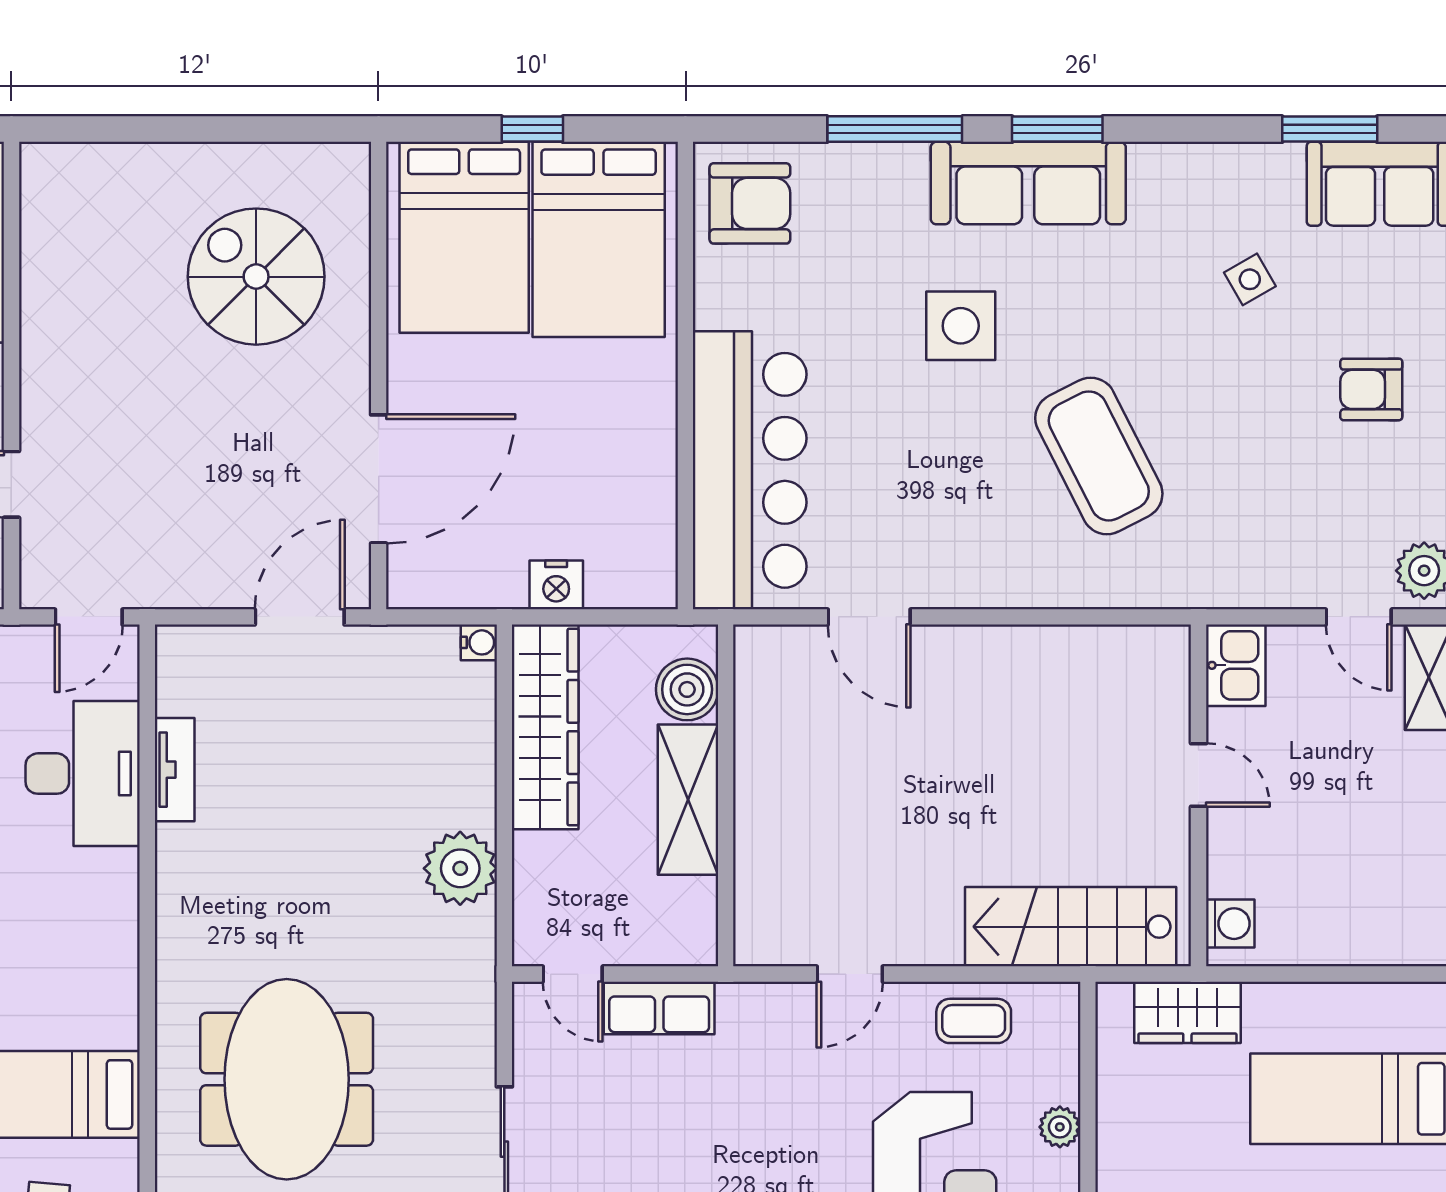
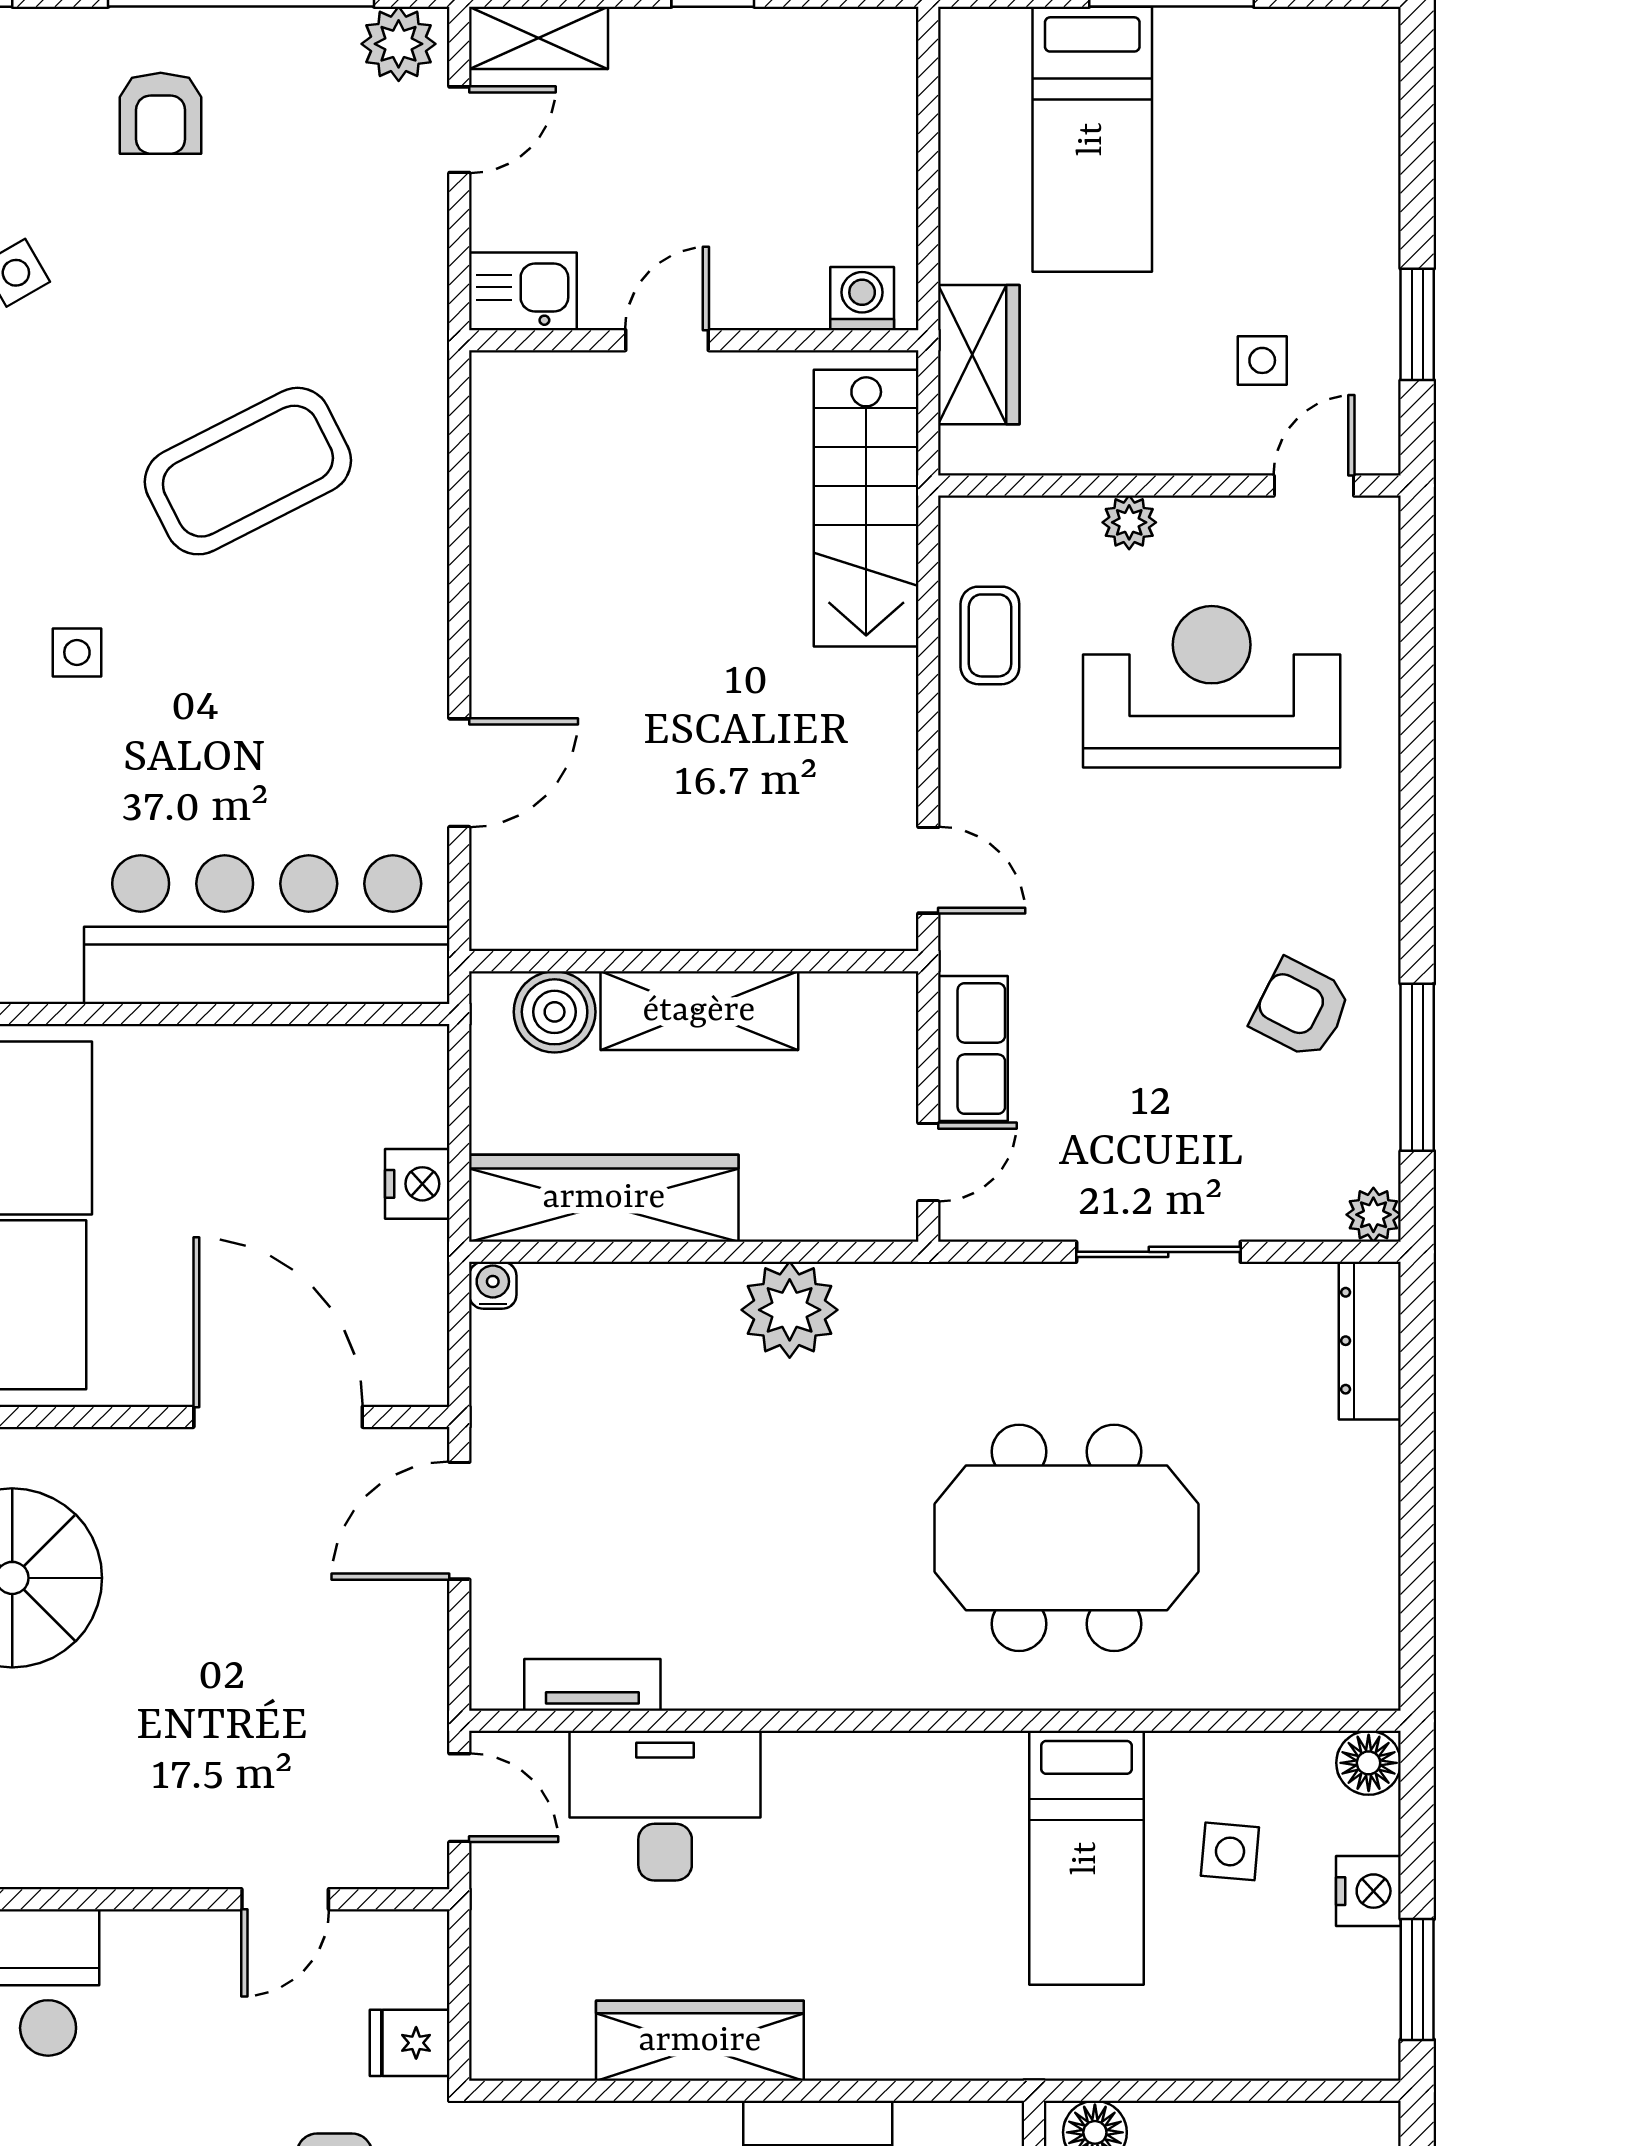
side table: (961, 326) -> (77, 652), width x0.54, depth x0.54
door: (300, 617) -> (459, 1521), hinge flipped
tv unit: (175, 770) -> (592, 1685), moved
door: (850, 974) -> (928, 870), moved

